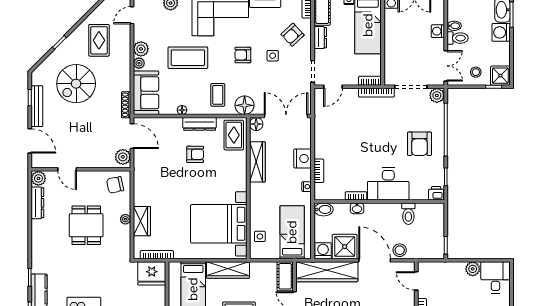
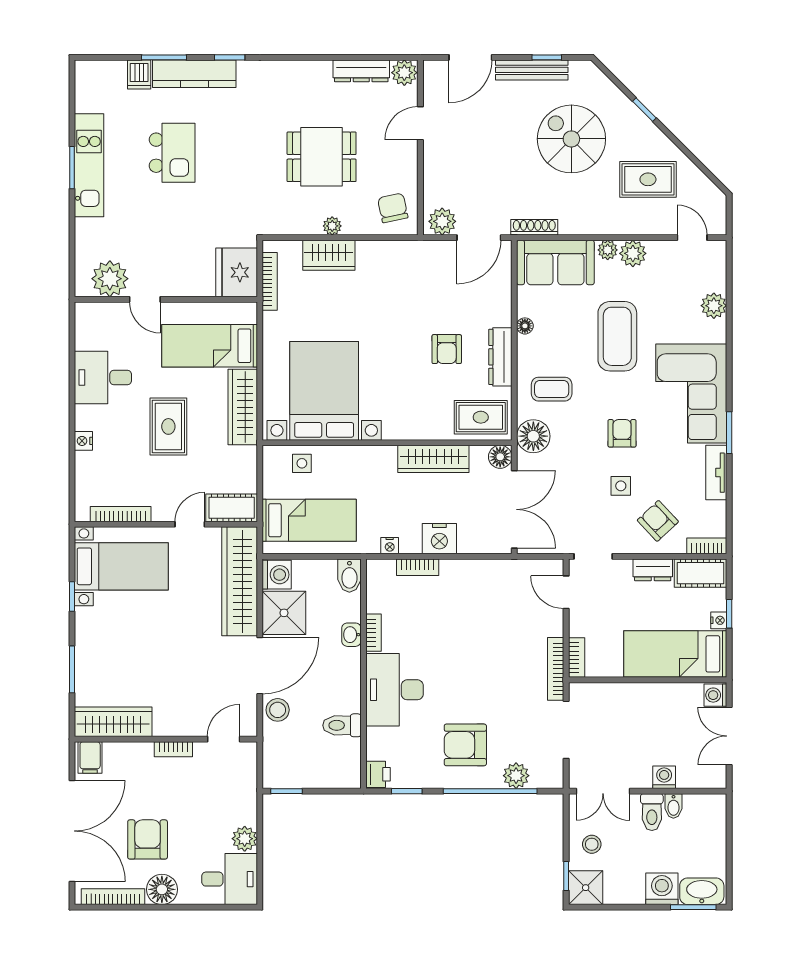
plant: (437, 95) -> (516, 776), moved

